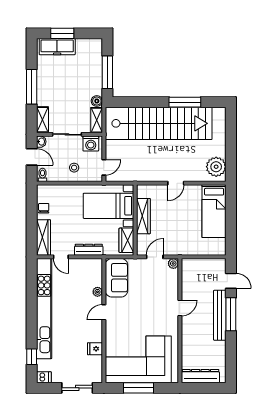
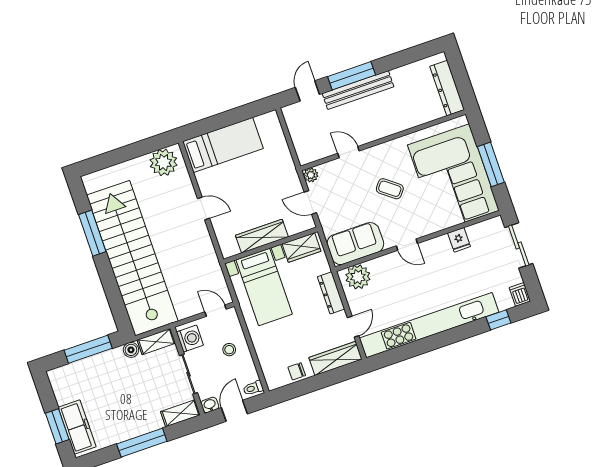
plant: (97, 292) -> (358, 277), moved, width x1.88, depth x1.88
door: (180, 308) -> (348, 152), moved
coffee table: (146, 314) -> (390, 189), added

